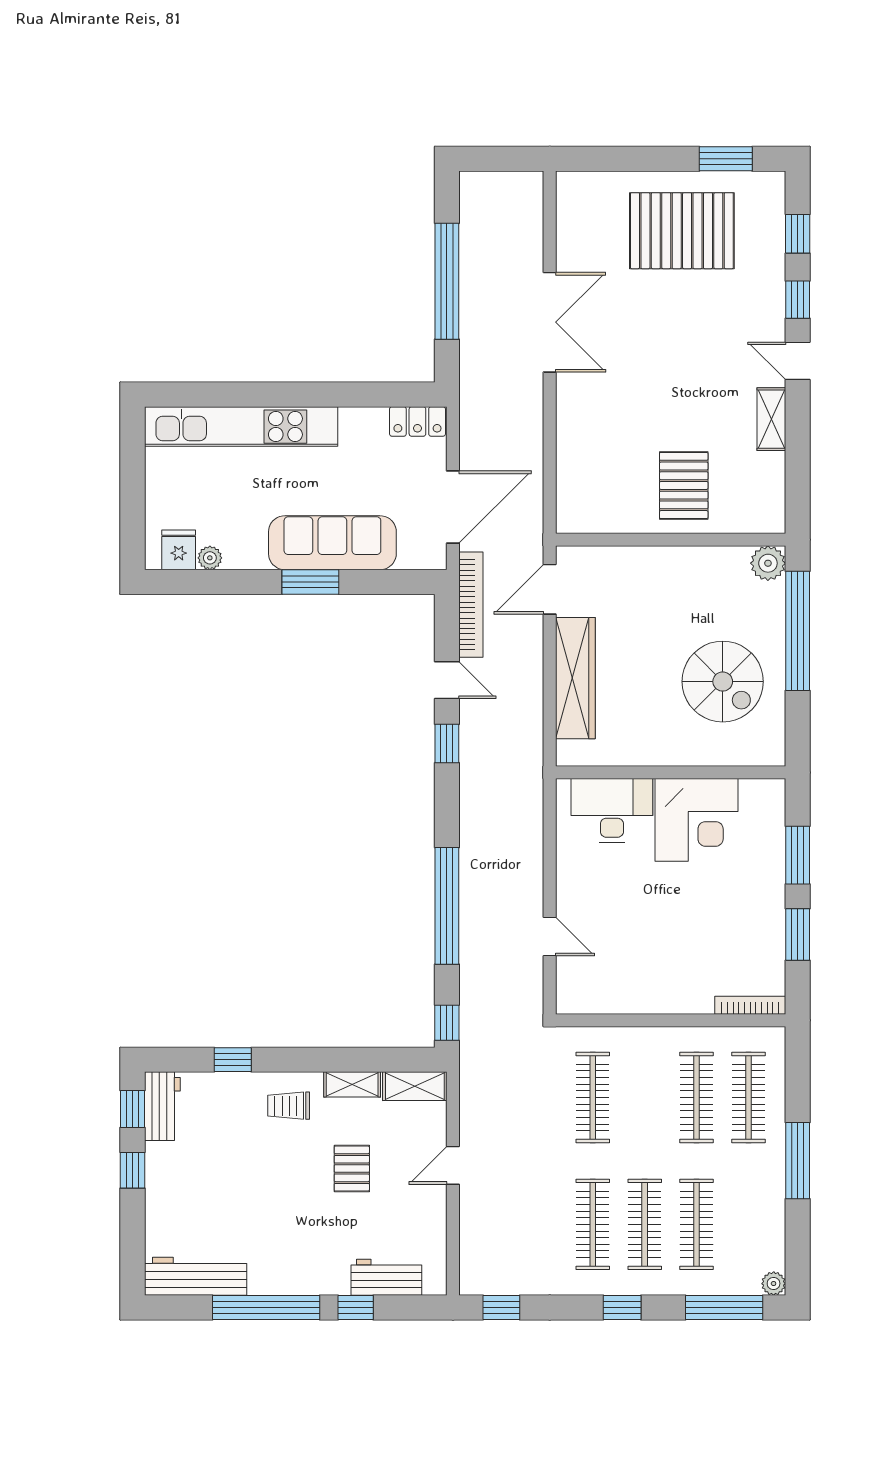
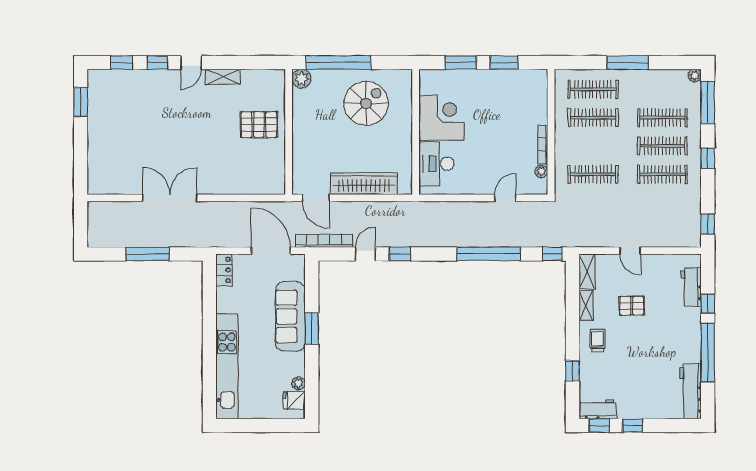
pallet: (682, 231) -> (120, 126), removed
window: (447, 281) -> (148, 254), width x0.68
plant: (598, 1003) -> (541, 171), added
bookcase: (750, 1005) -> (543, 145), moved
trolley: (289, 1106) -> (598, 340), turned 180

